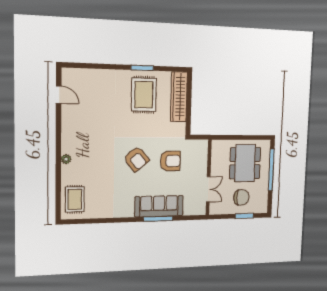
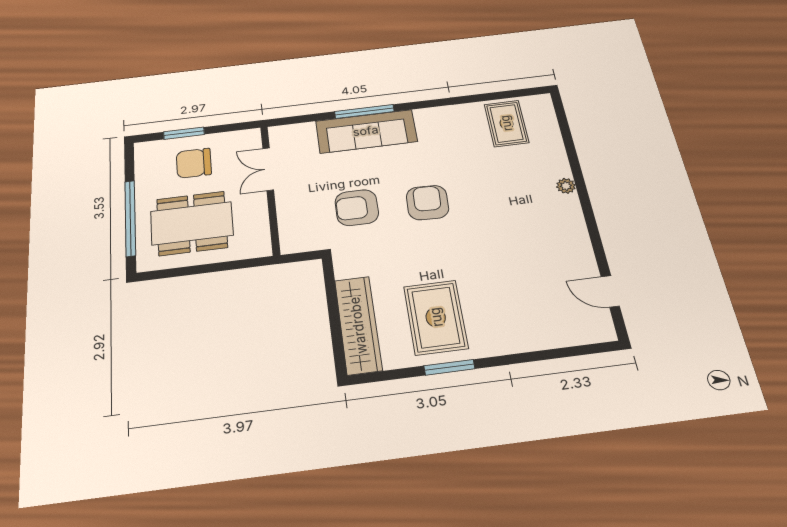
armchair: (136, 159) -> (427, 203), turned 41
dining table: (245, 163) -> (192, 223), turned 90
rug: (75, 199) -> (506, 123), moved

